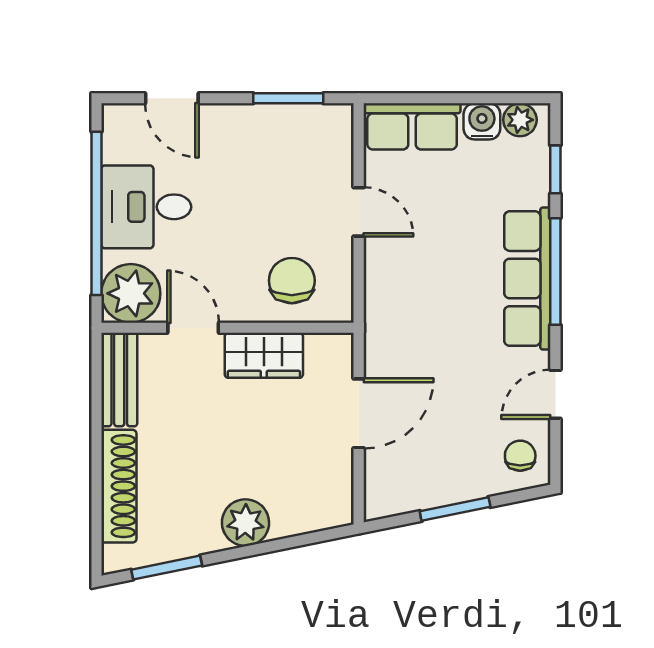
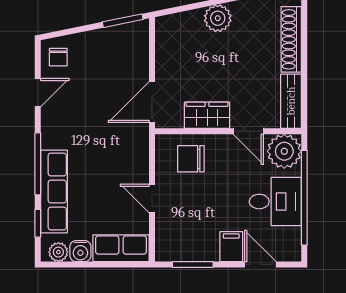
filing cabinet: (222, 129) -> (231, 247), added
row of seats: (527, 279) -> (54, 192), moved
chair: (292, 281) -> (191, 159), turned 90
door: (359, 413) -> (152, 102), moved
window: (455, 509) -> (123, 21), moved

